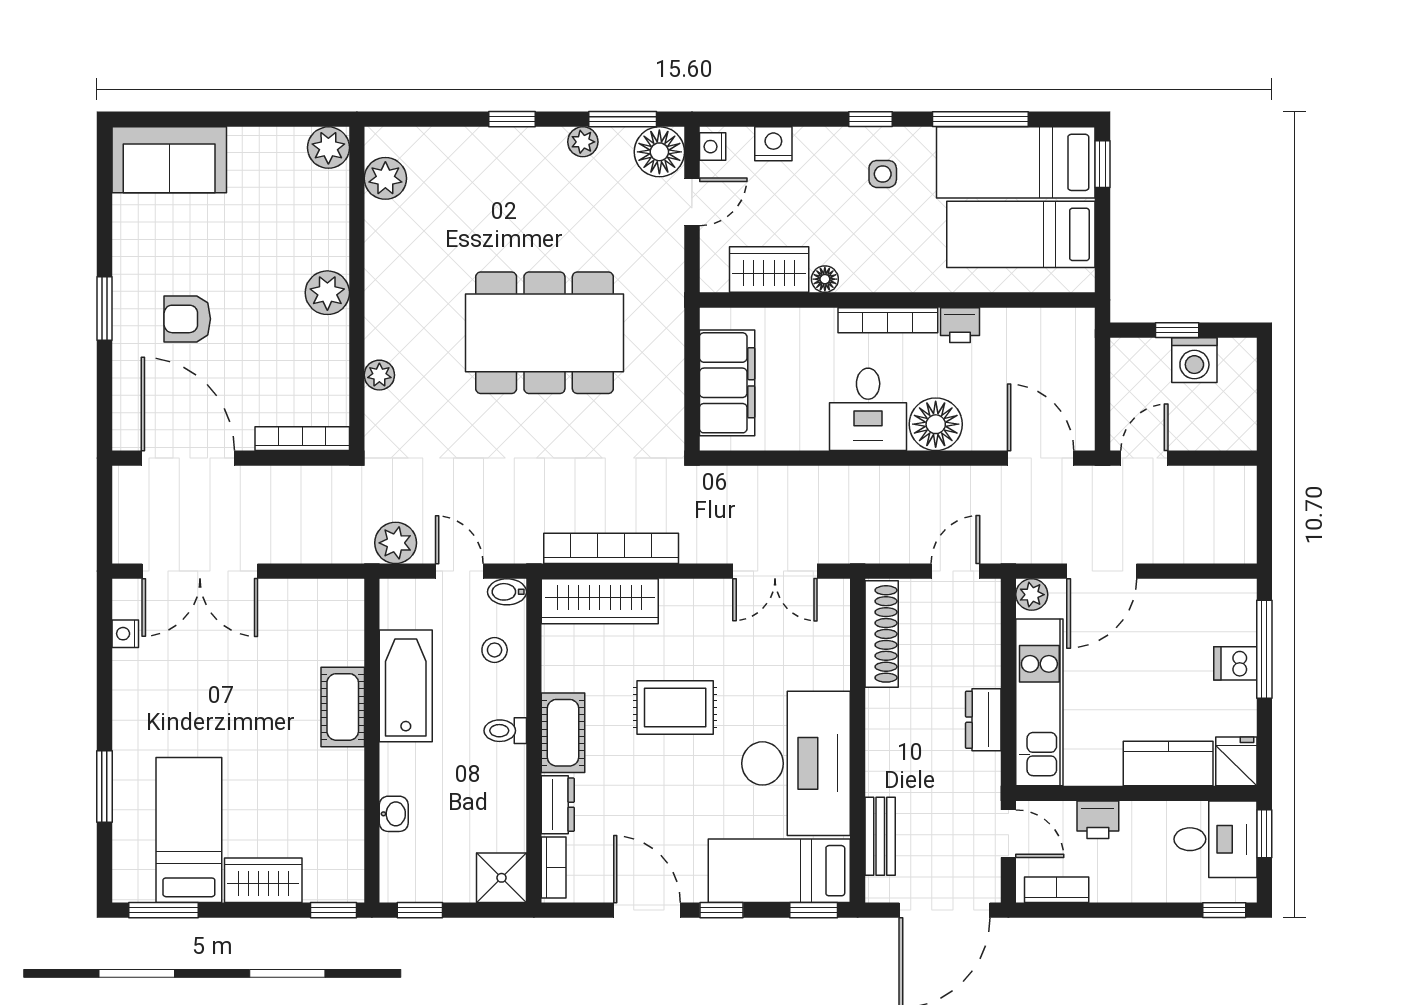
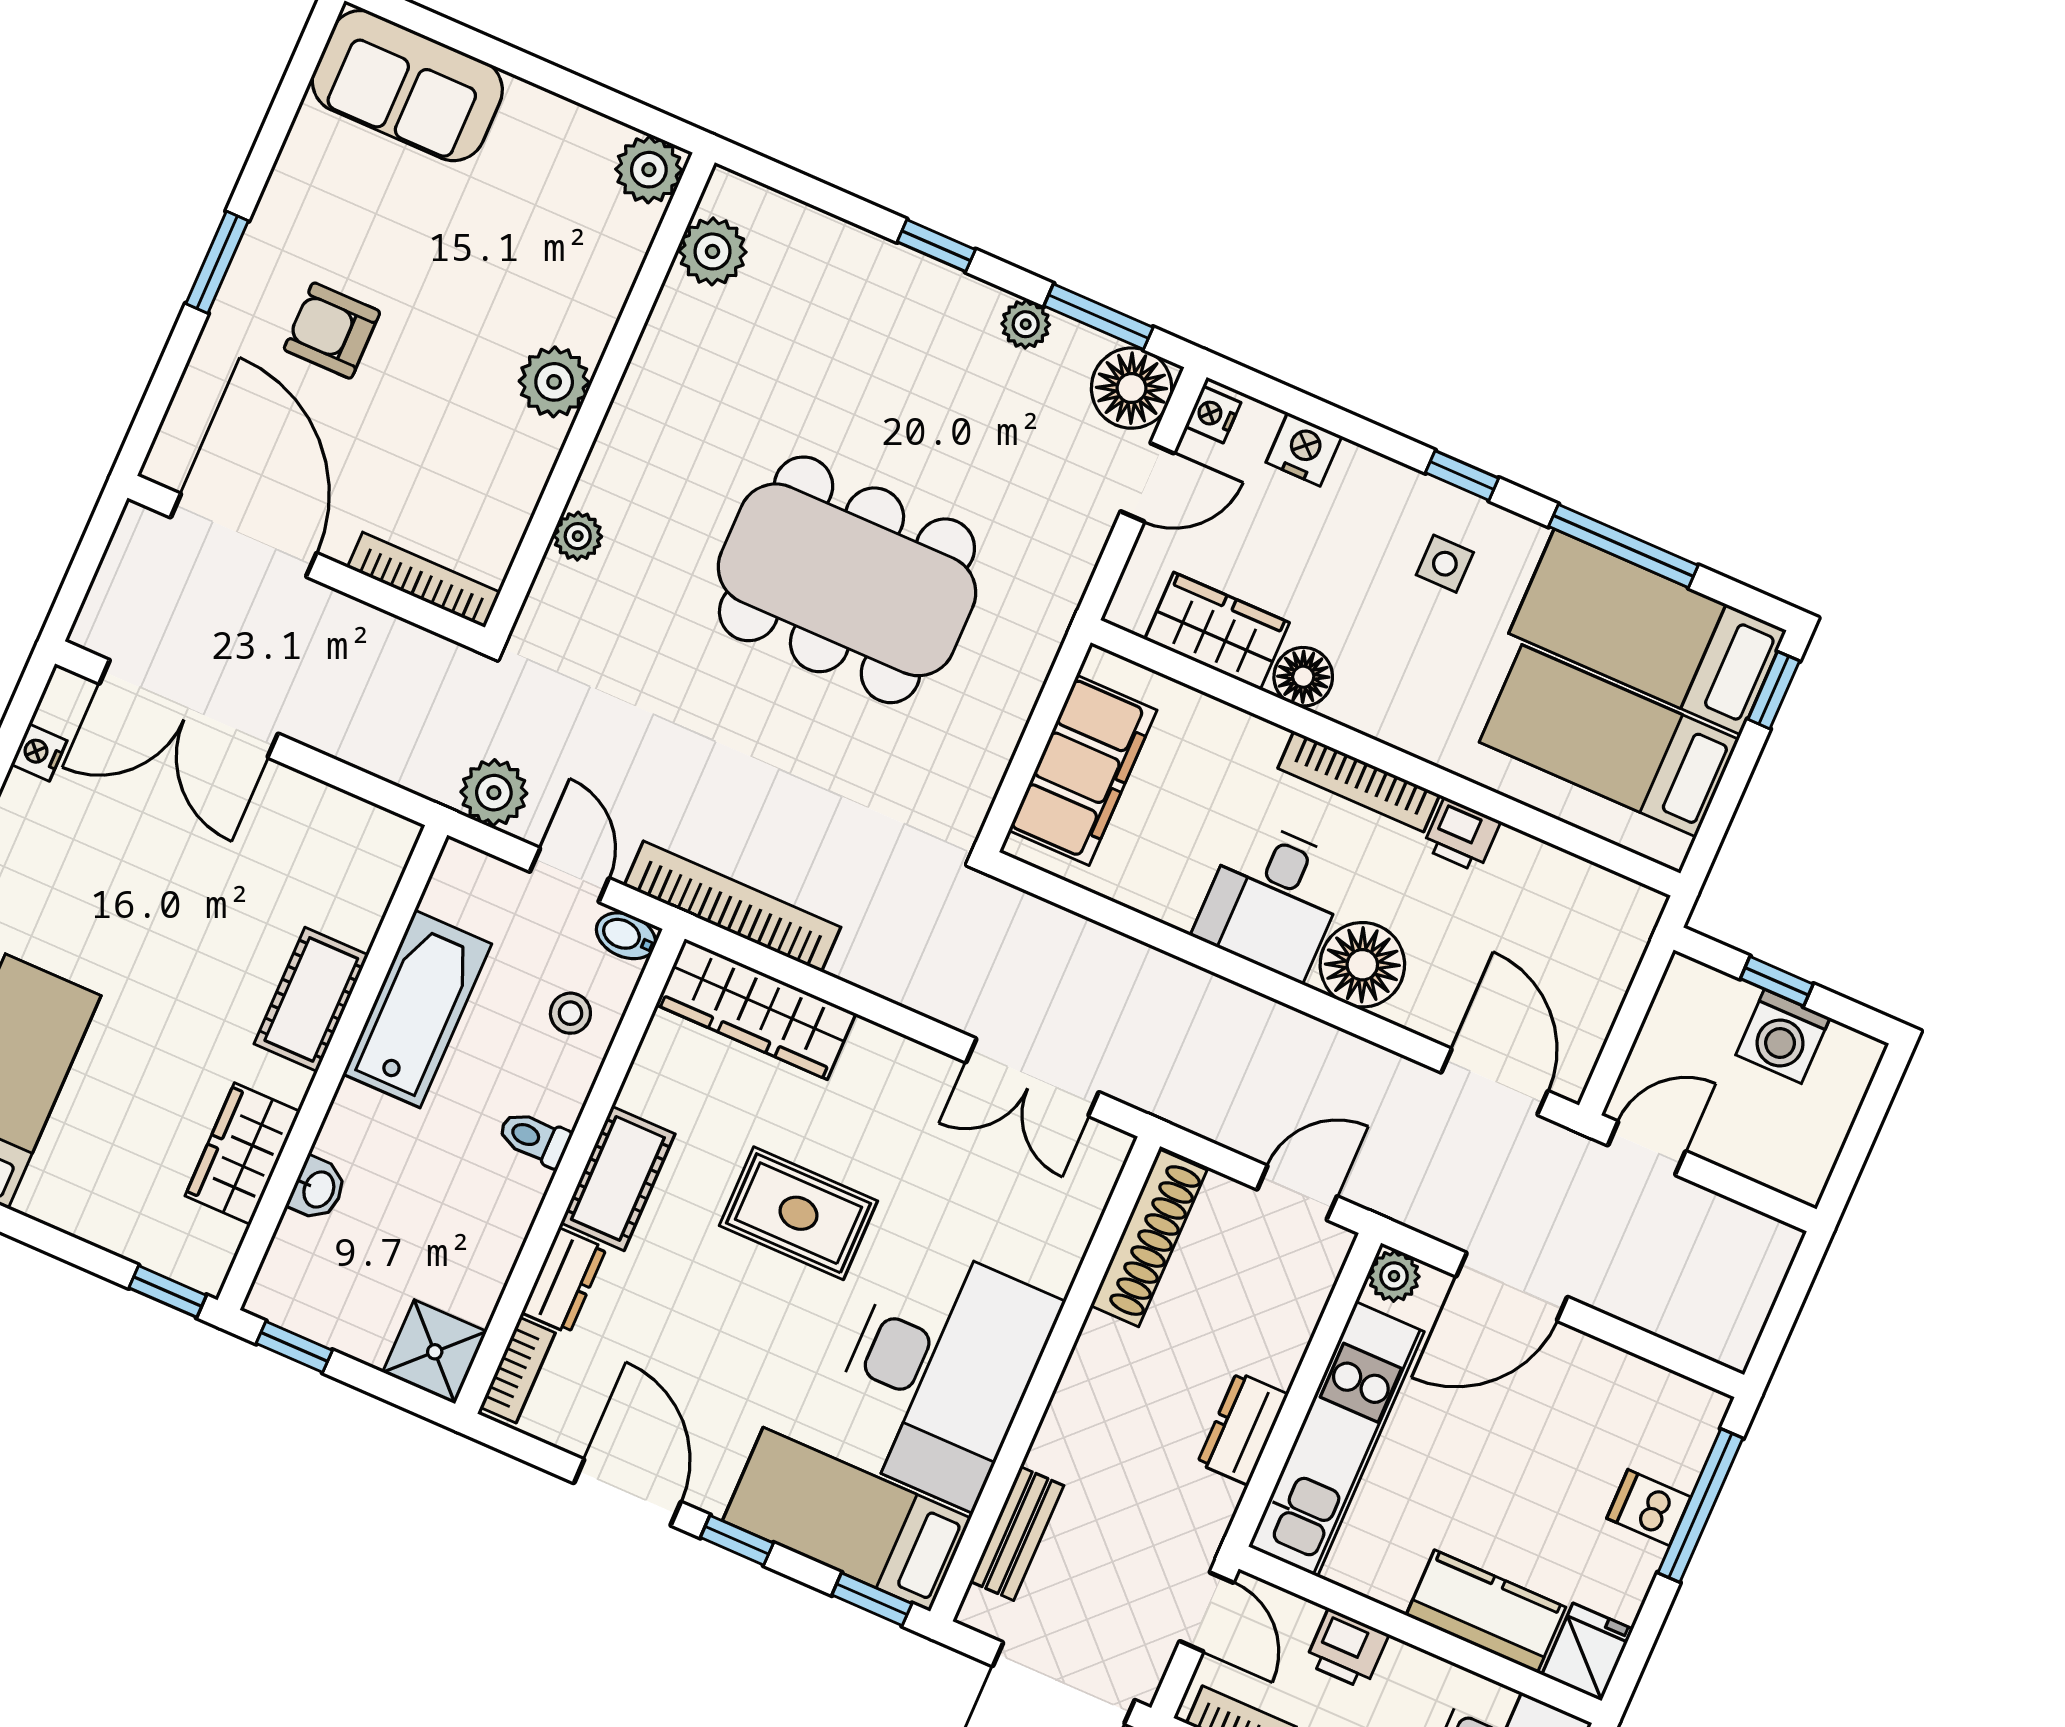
floor lamp: (825, 279) -> (1303, 677), width x1.37, depth x1.37
bookcase: (611, 548) -> (732, 906), moved
wardrobe: (263, 880) -> (243, 1154), moved, turned -90

